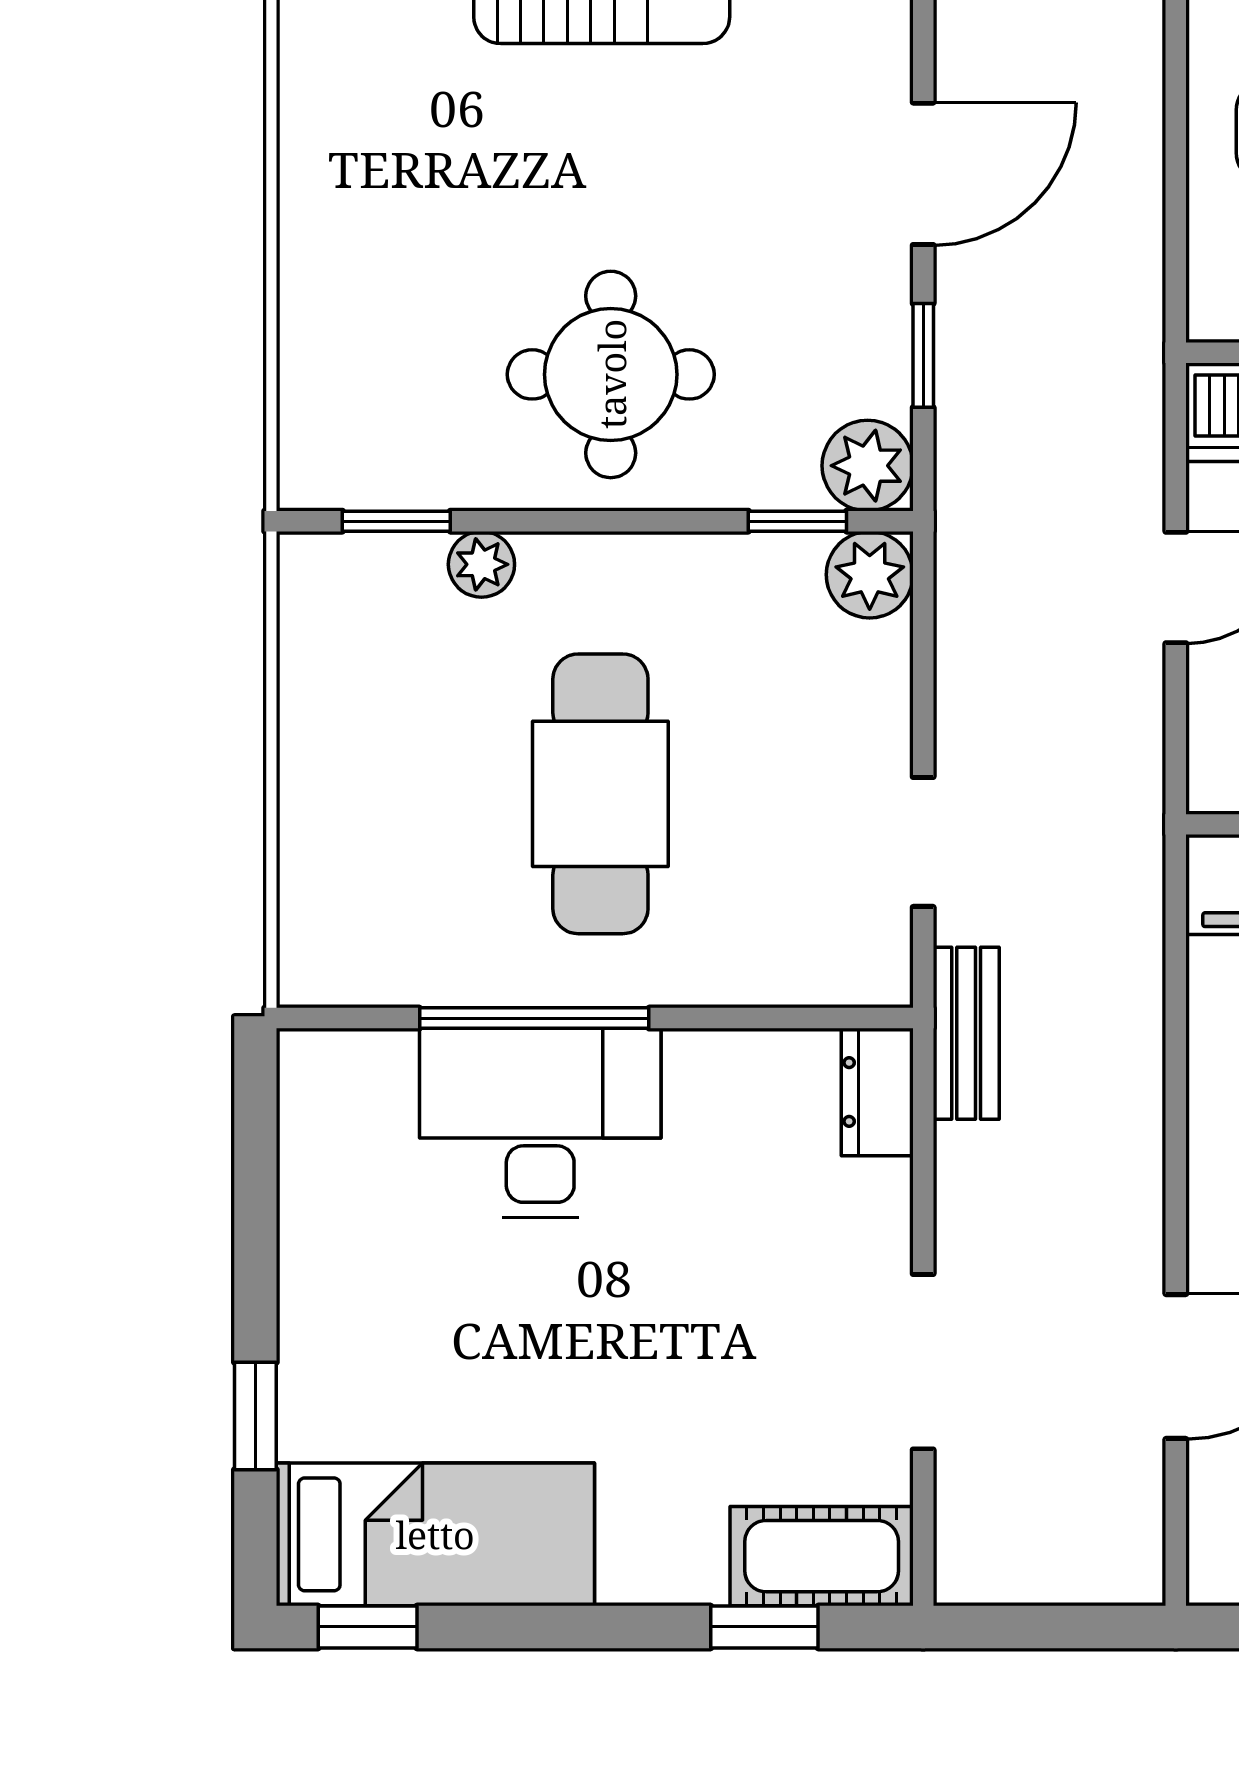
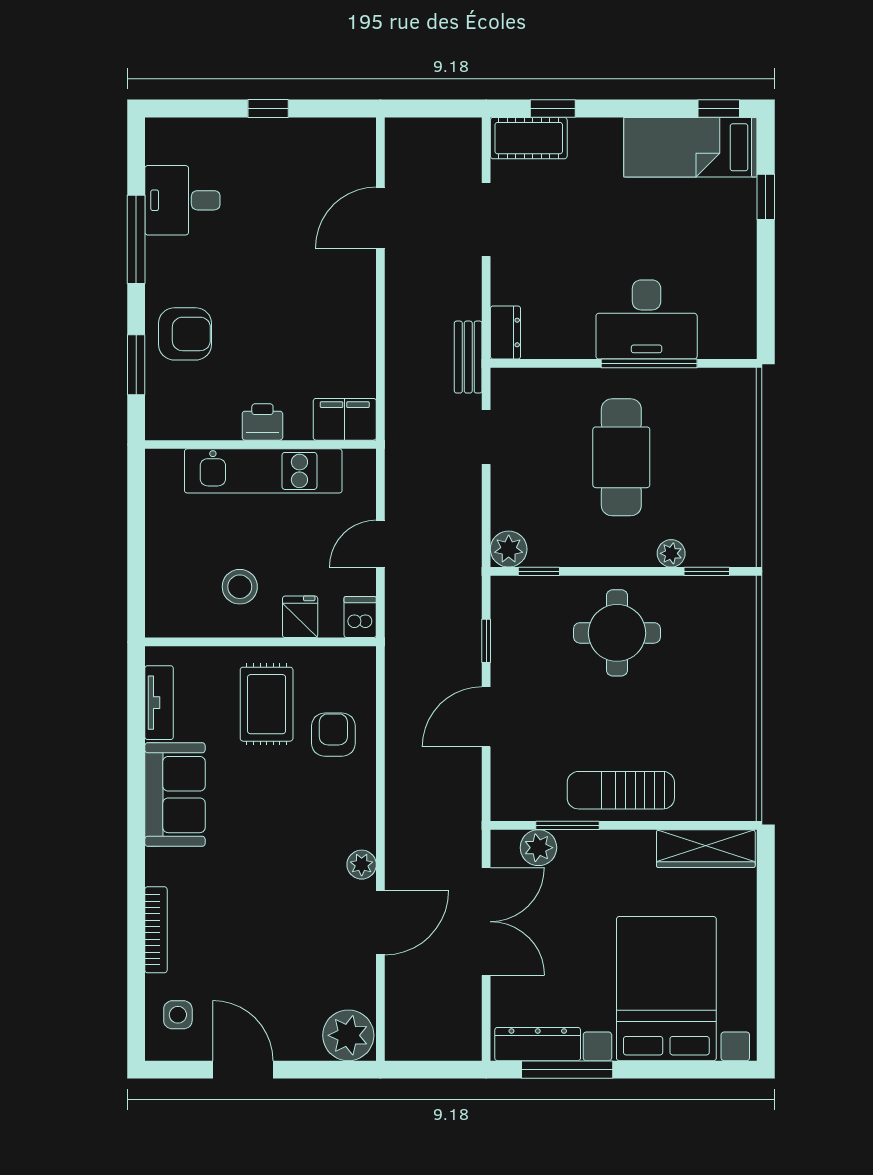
plant: (868, 466) -> (509, 595), removed

